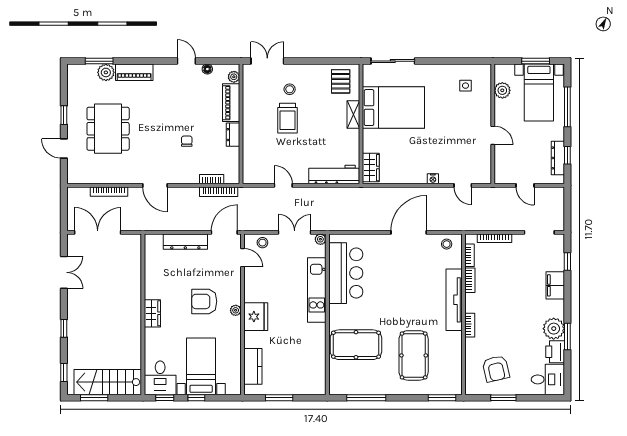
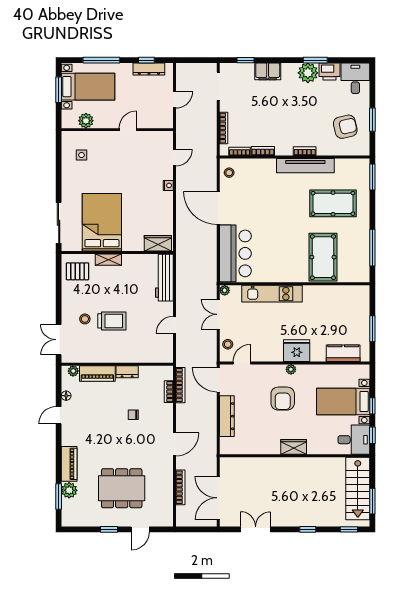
bar counter: (346, 273) -> (235, 253), moved, turned 90
tv unit: (454, 300) -> (305, 166), moved

